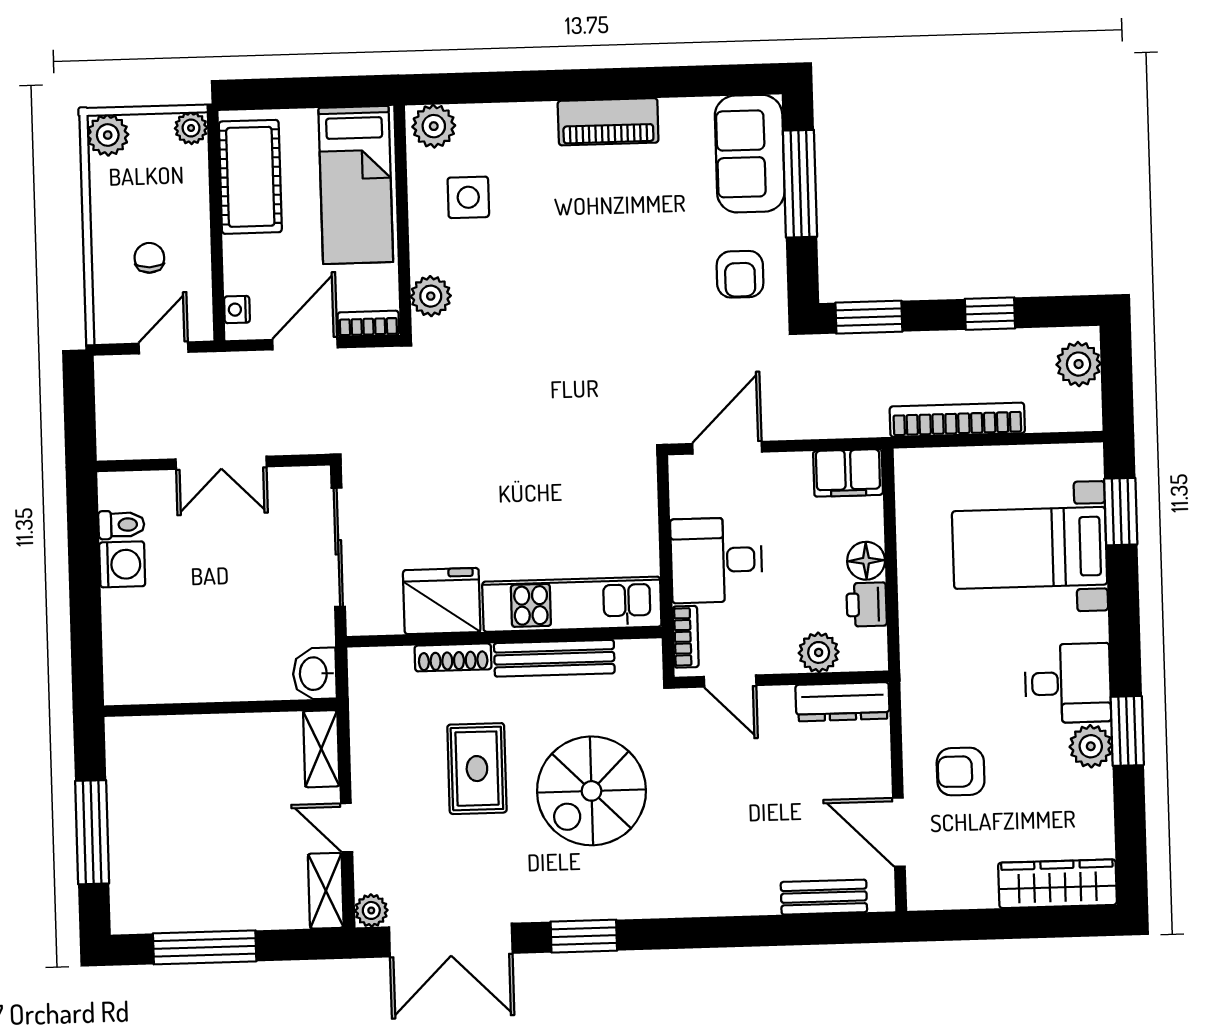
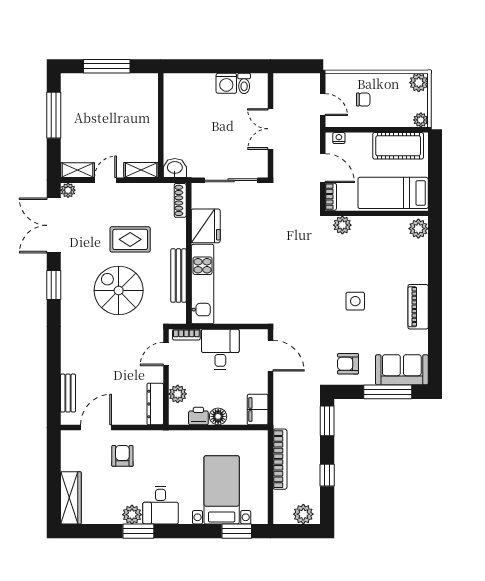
side table: (468, 197) -> (355, 301), moved
shoe rack: (453, 657) -> (180, 200), moved

